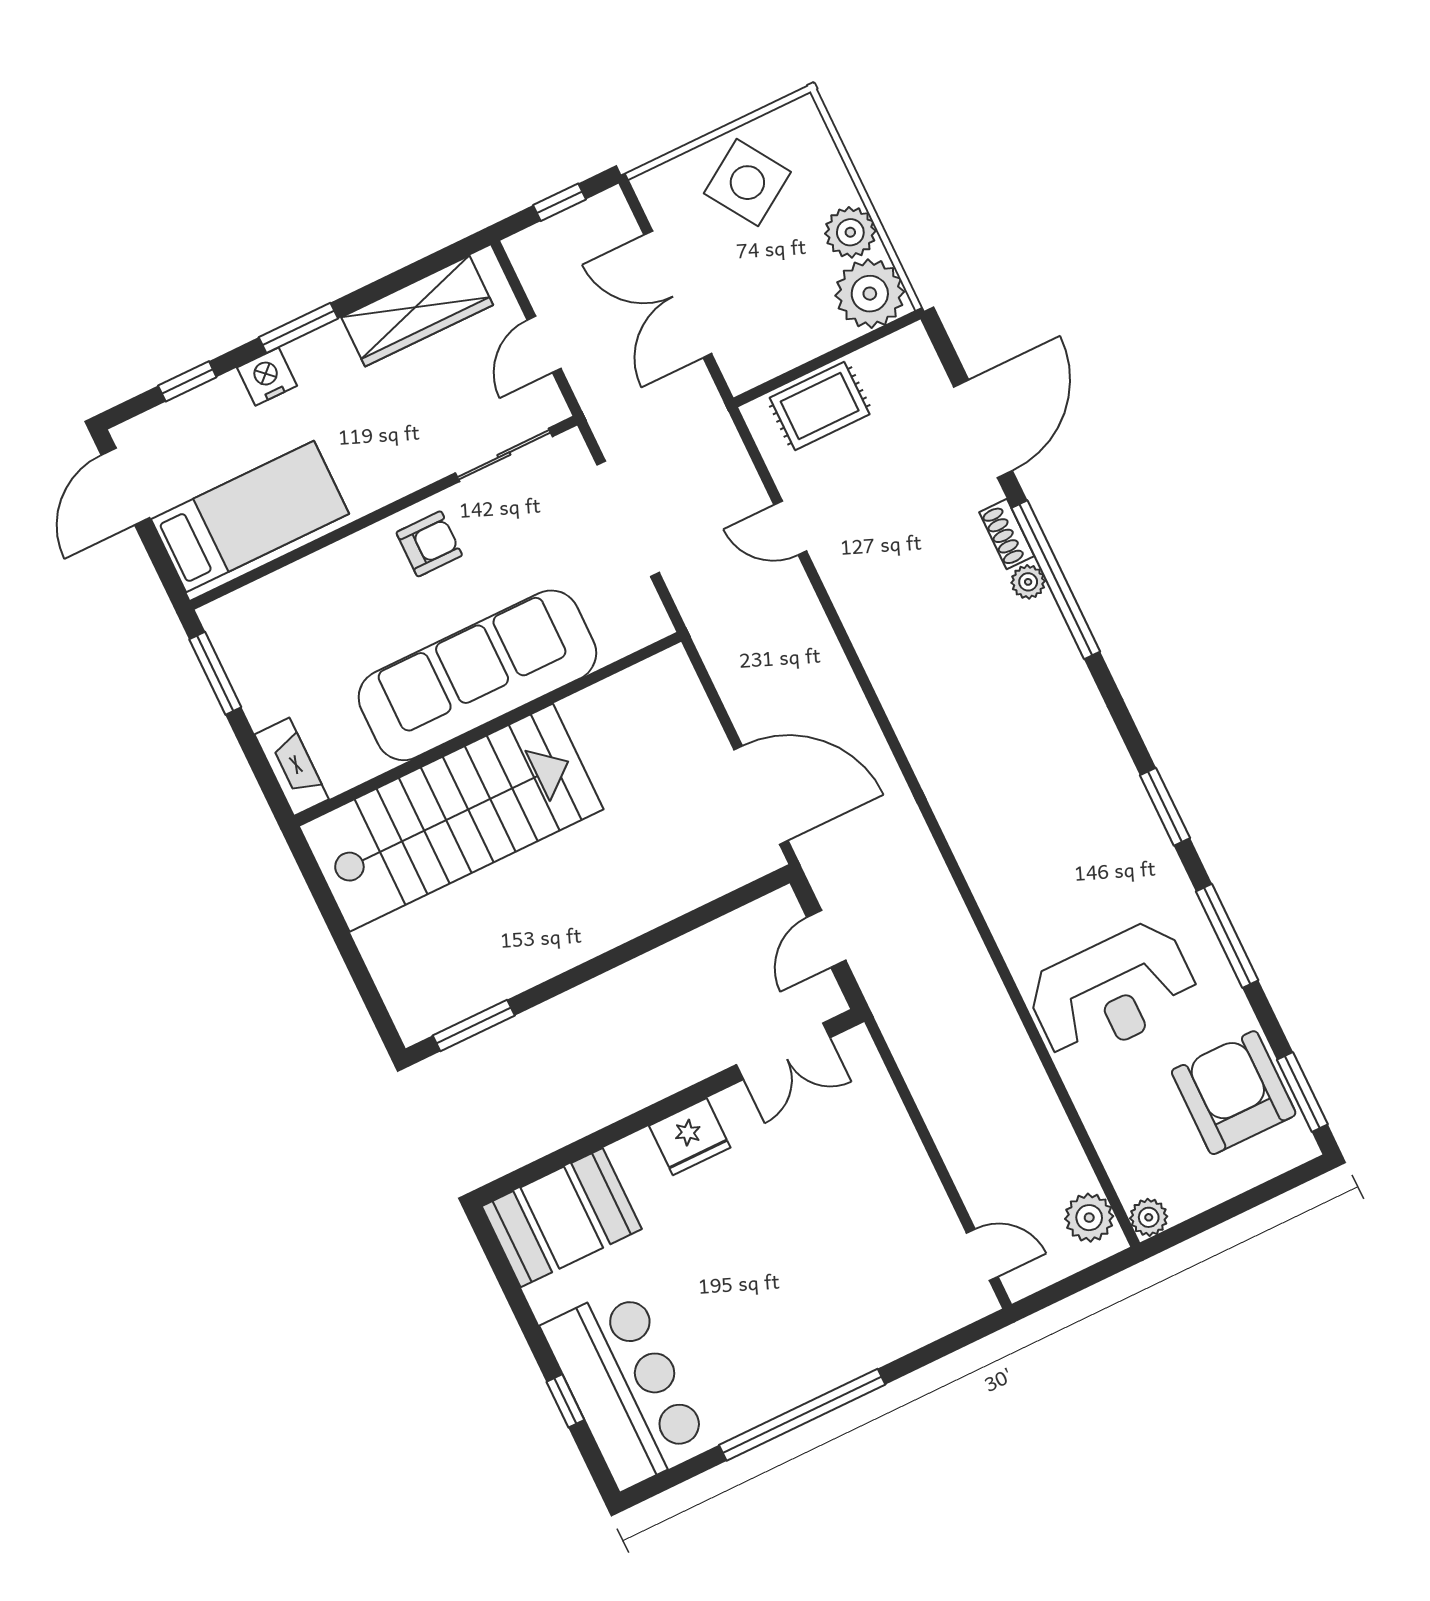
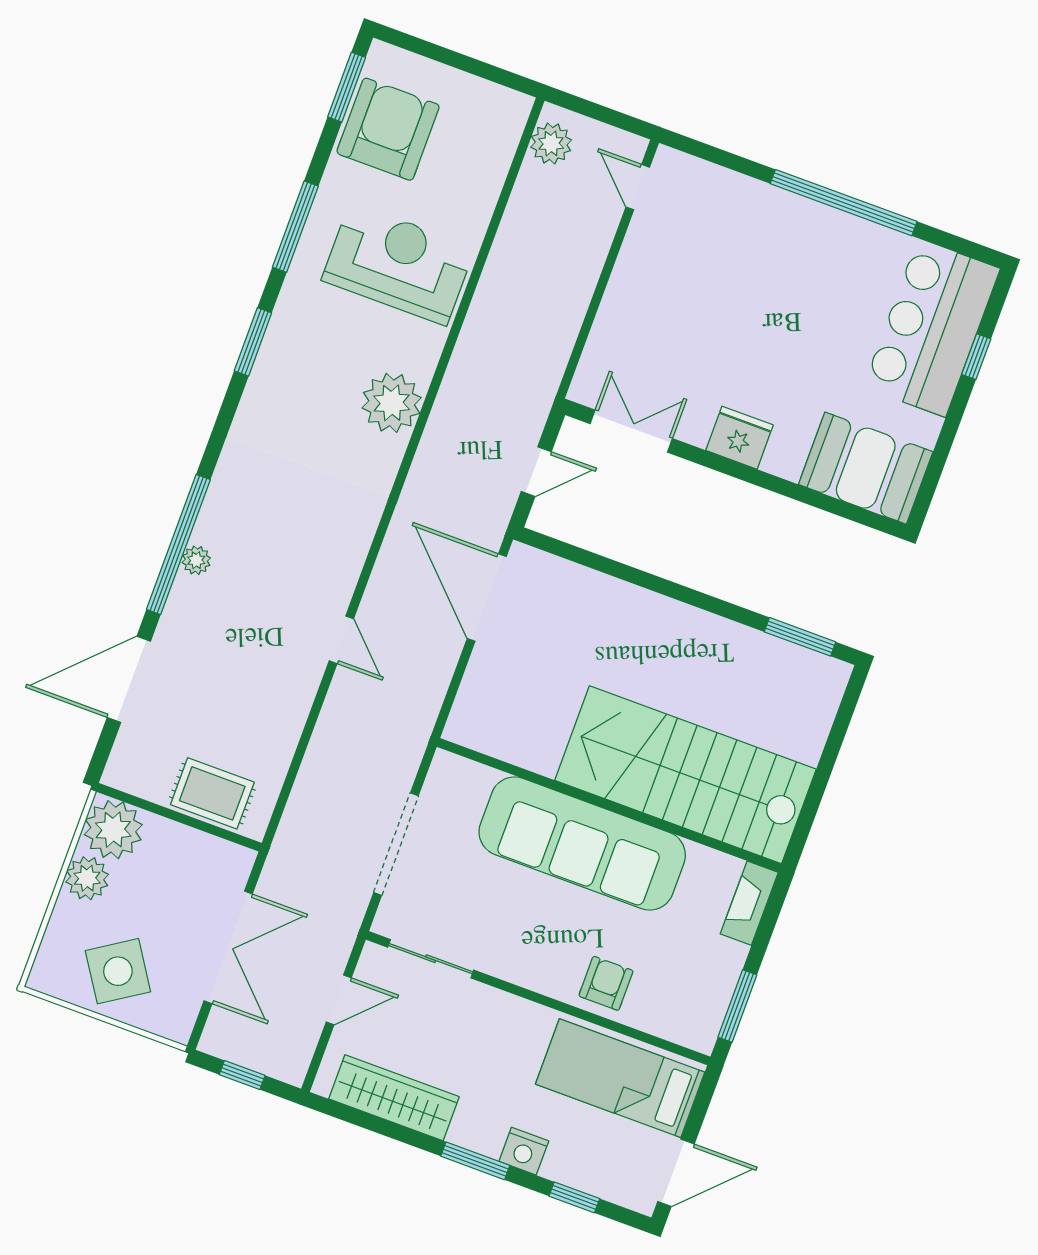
door: (790, 528) -> (341, 640), moved
shoe rack: (1007, 534) -> (180, 602), removed
armchair: (429, 544) -> (606, 983), moved, turned 90
armchair: (1234, 1093) -> (388, 129), turned 180
plant: (1149, 1217) -> (392, 403), moved, width x1.87, depth x1.87

